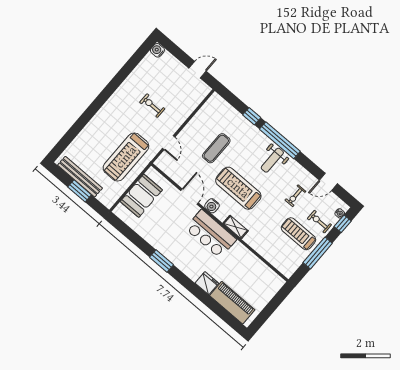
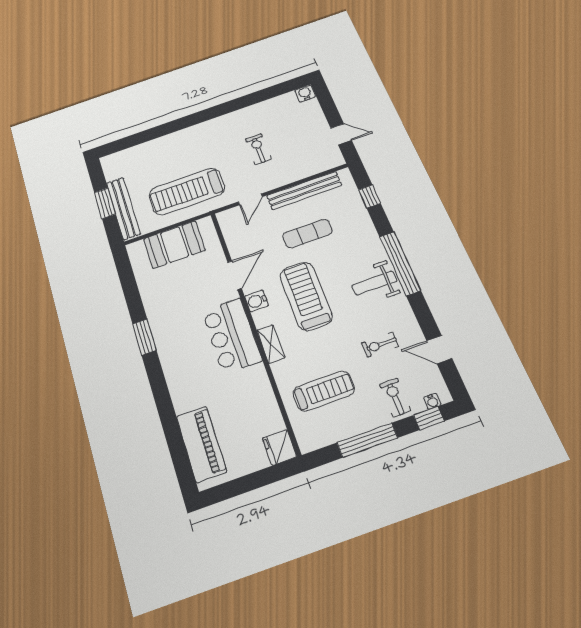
window: (252, 116) -> (370, 196), moved
bench: (198, 120) -> (304, 191), added
bench: (80, 177) -> (123, 208), moved
treadmill: (299, 234) -> (324, 391), moved, turned 90
fridge: (207, 283) -> (279, 447), moved, turned 180

